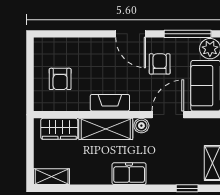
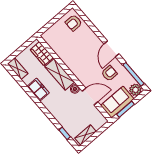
armchair: (60, 79) -> (74, 23), moved
fireplace: (110, 103) -> (73, 66), removed
freezer: (129, 174) -> (38, 90), moved

